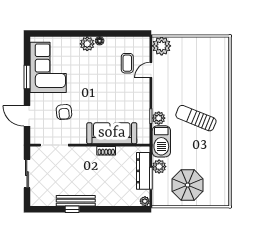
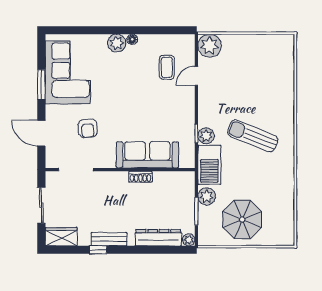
dresser: (143, 171) -> (158, 238), moved, turned 90
wardrobe: (43, 199) -> (61, 237), added
bench: (76, 201) -> (109, 239), width x0.73

